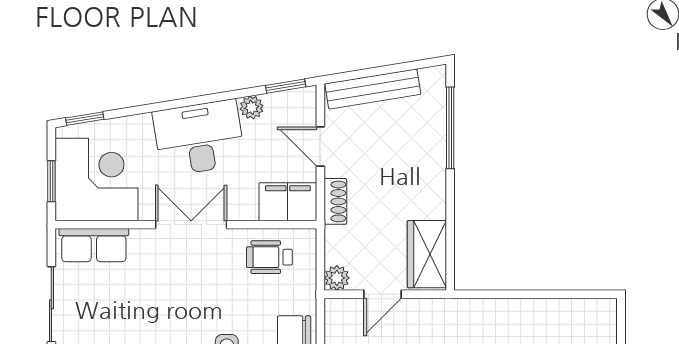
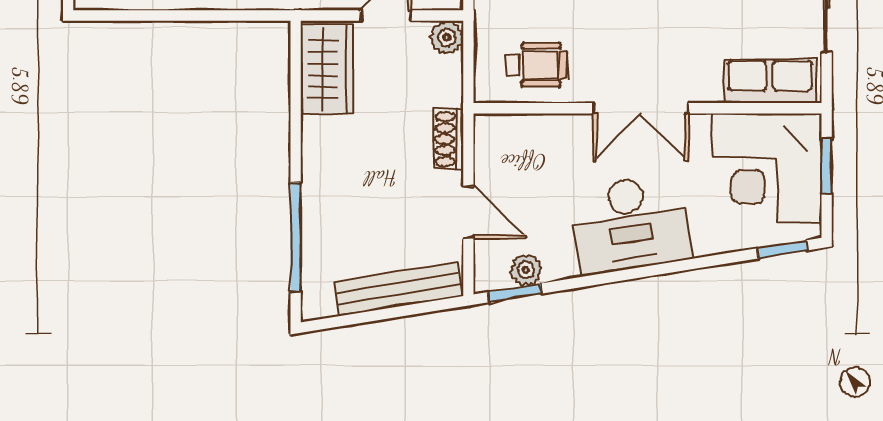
plant: (252, 107) -> (526, 270), moved
filing cabinet: (288, 202) -> (512, 139), removed

